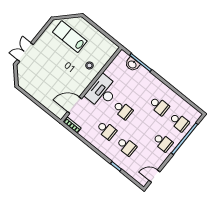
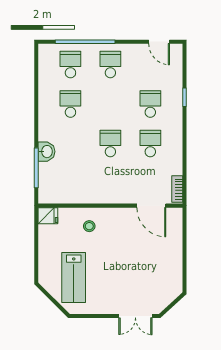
fridge: (112, 49) -> (48, 216), added
washbasin: (132, 64) -> (46, 152), moved
desk: (102, 92) -> (108, 186), removed

